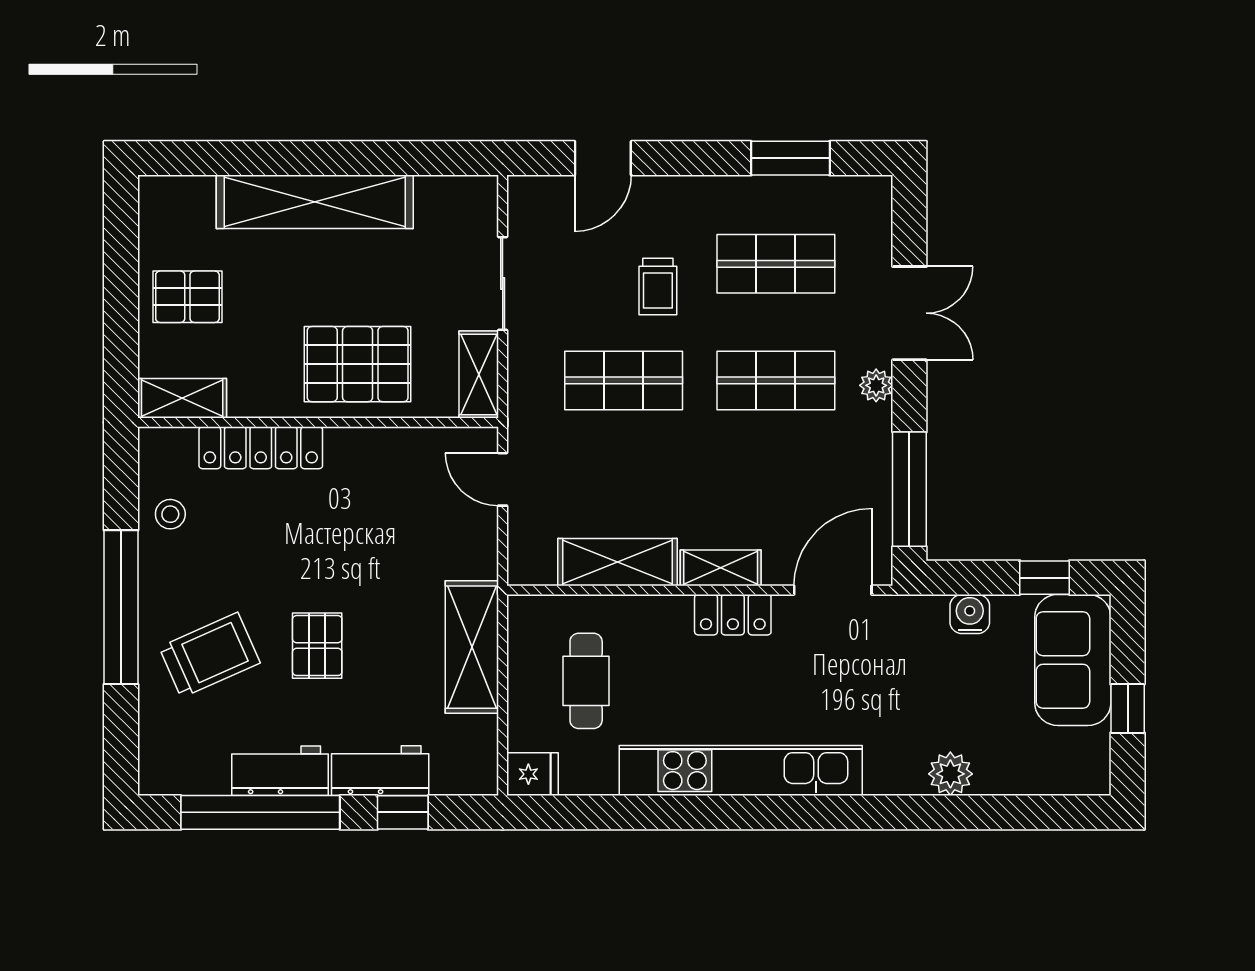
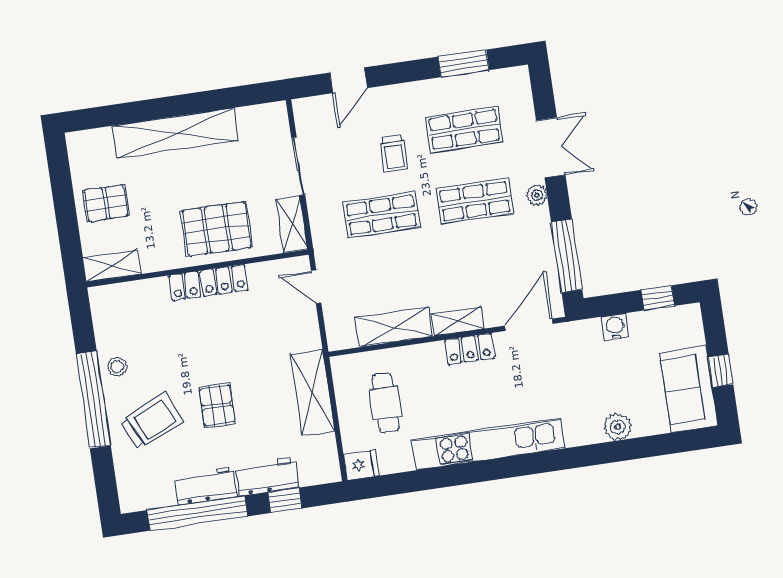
locker: (261, 448) -> (208, 283), moved
stool: (170, 514) -> (117, 366), moved
sofa: (1073, 660) -> (689, 389), moved

